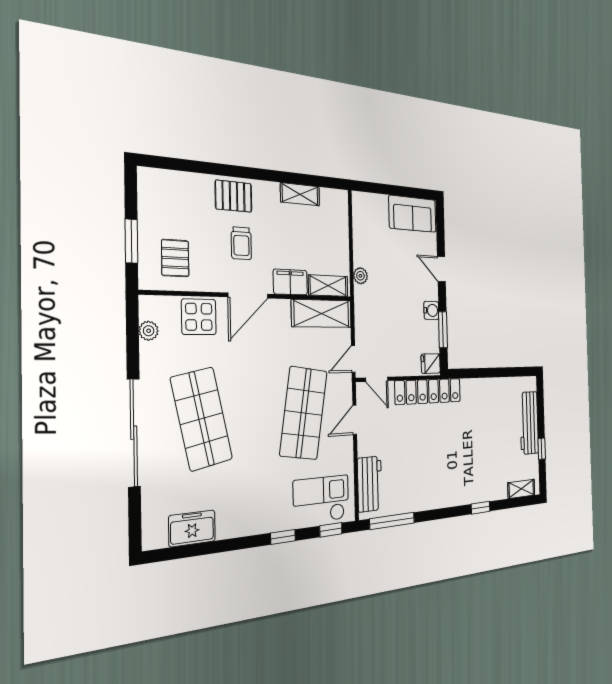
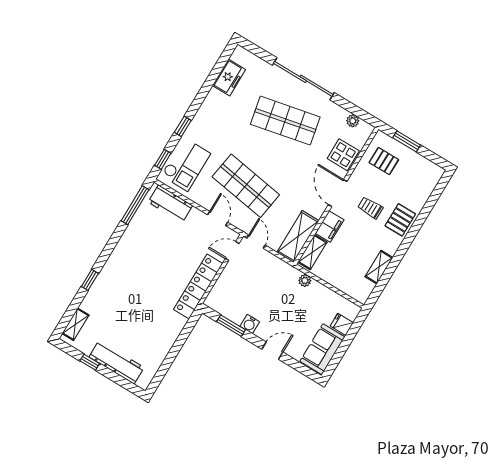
fridge: (431, 364) -> (342, 324), moved, turned -90

